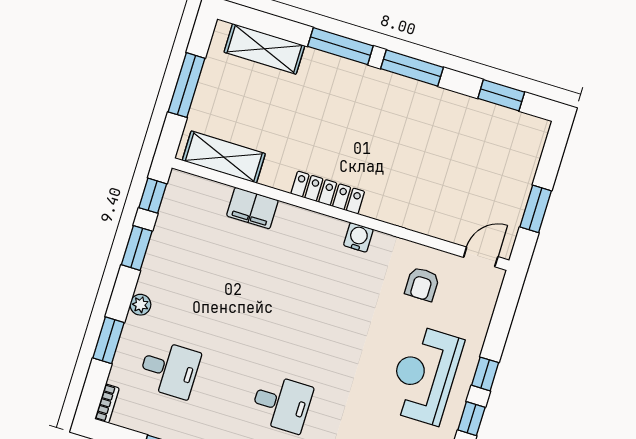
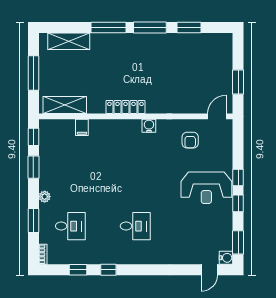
window: (501, 95) -> (189, 27), moved
filing cabinet: (252, 208) -> (82, 127), width x0.50
reception desk: (425, 375) -> (206, 188), turned -90

